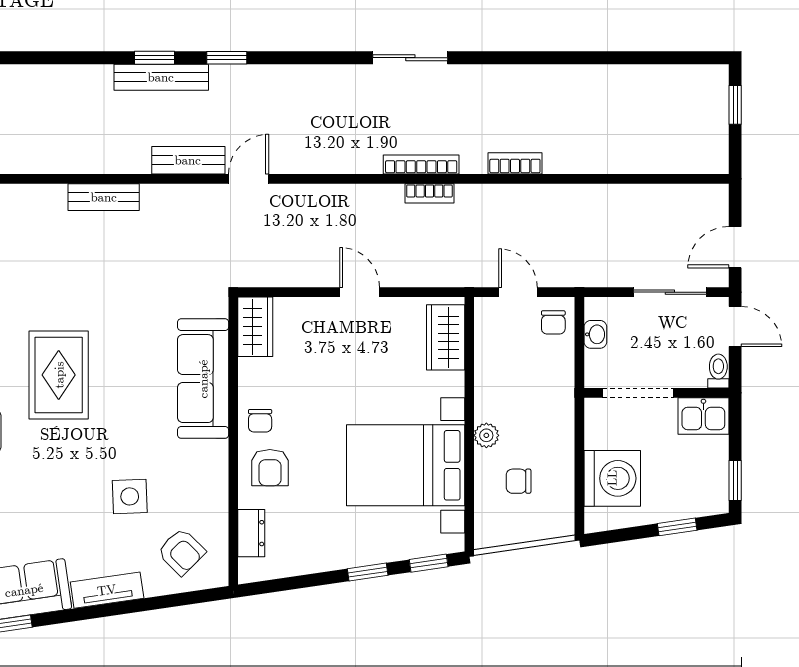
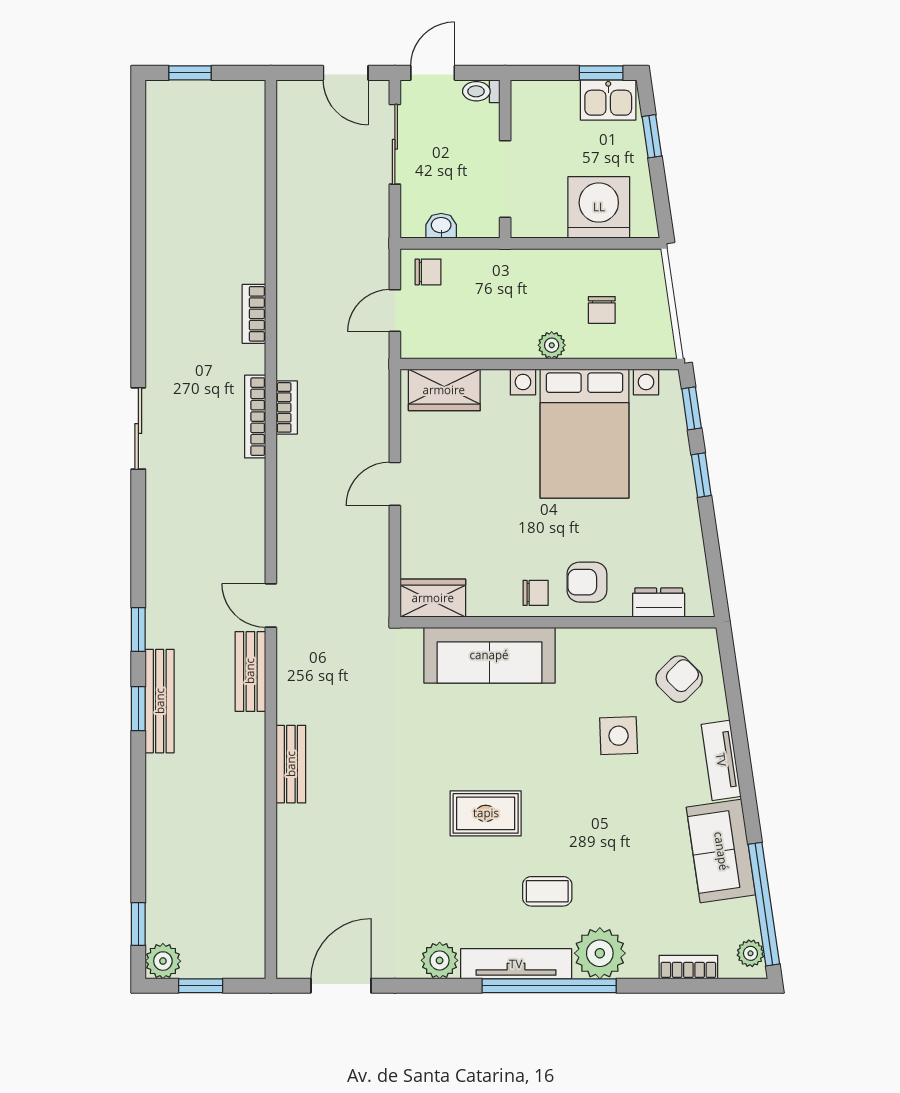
rug: (59, 375) -> (486, 813), width x0.73, depth x0.70
kitchen sink: (703, 416) -> (608, 100), moved, turned 90
armchair: (270, 468) -> (587, 582), turned 180

